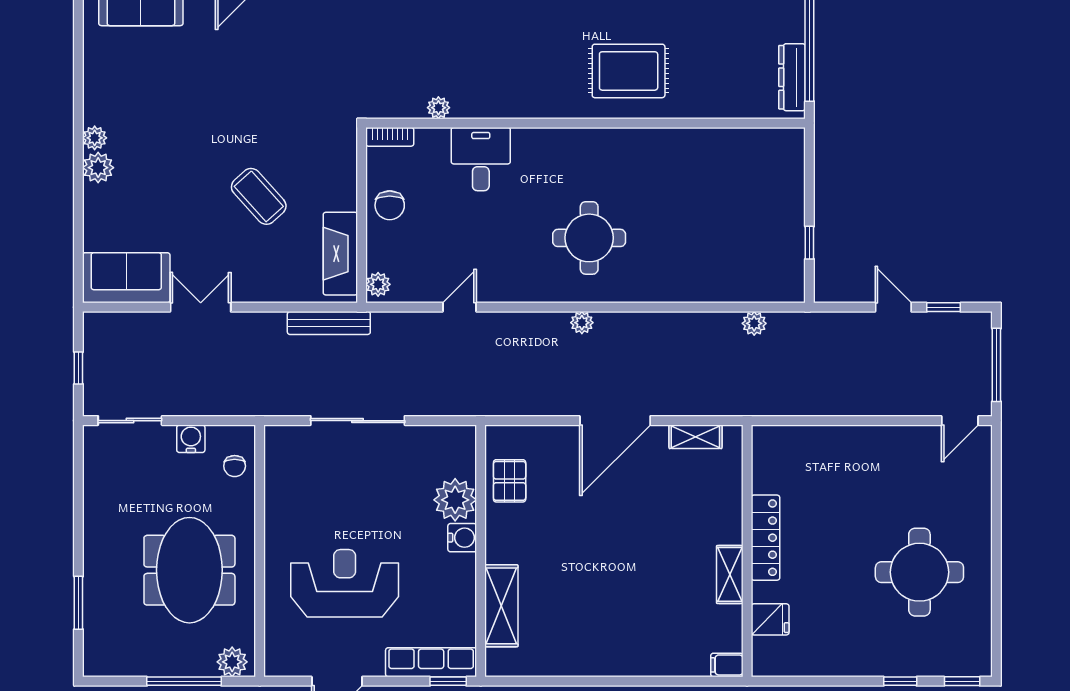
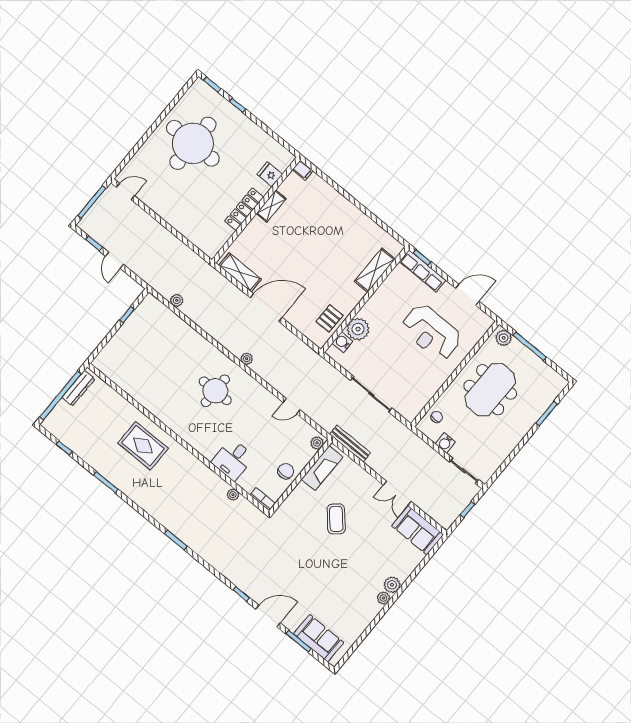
shelving: (695, 437) -> (240, 272), width x1.50, depth x1.33
water cooler: (462, 538) -> (342, 342), moved
round table: (919, 572) -> (193, 143), width x1.36, depth x1.36

